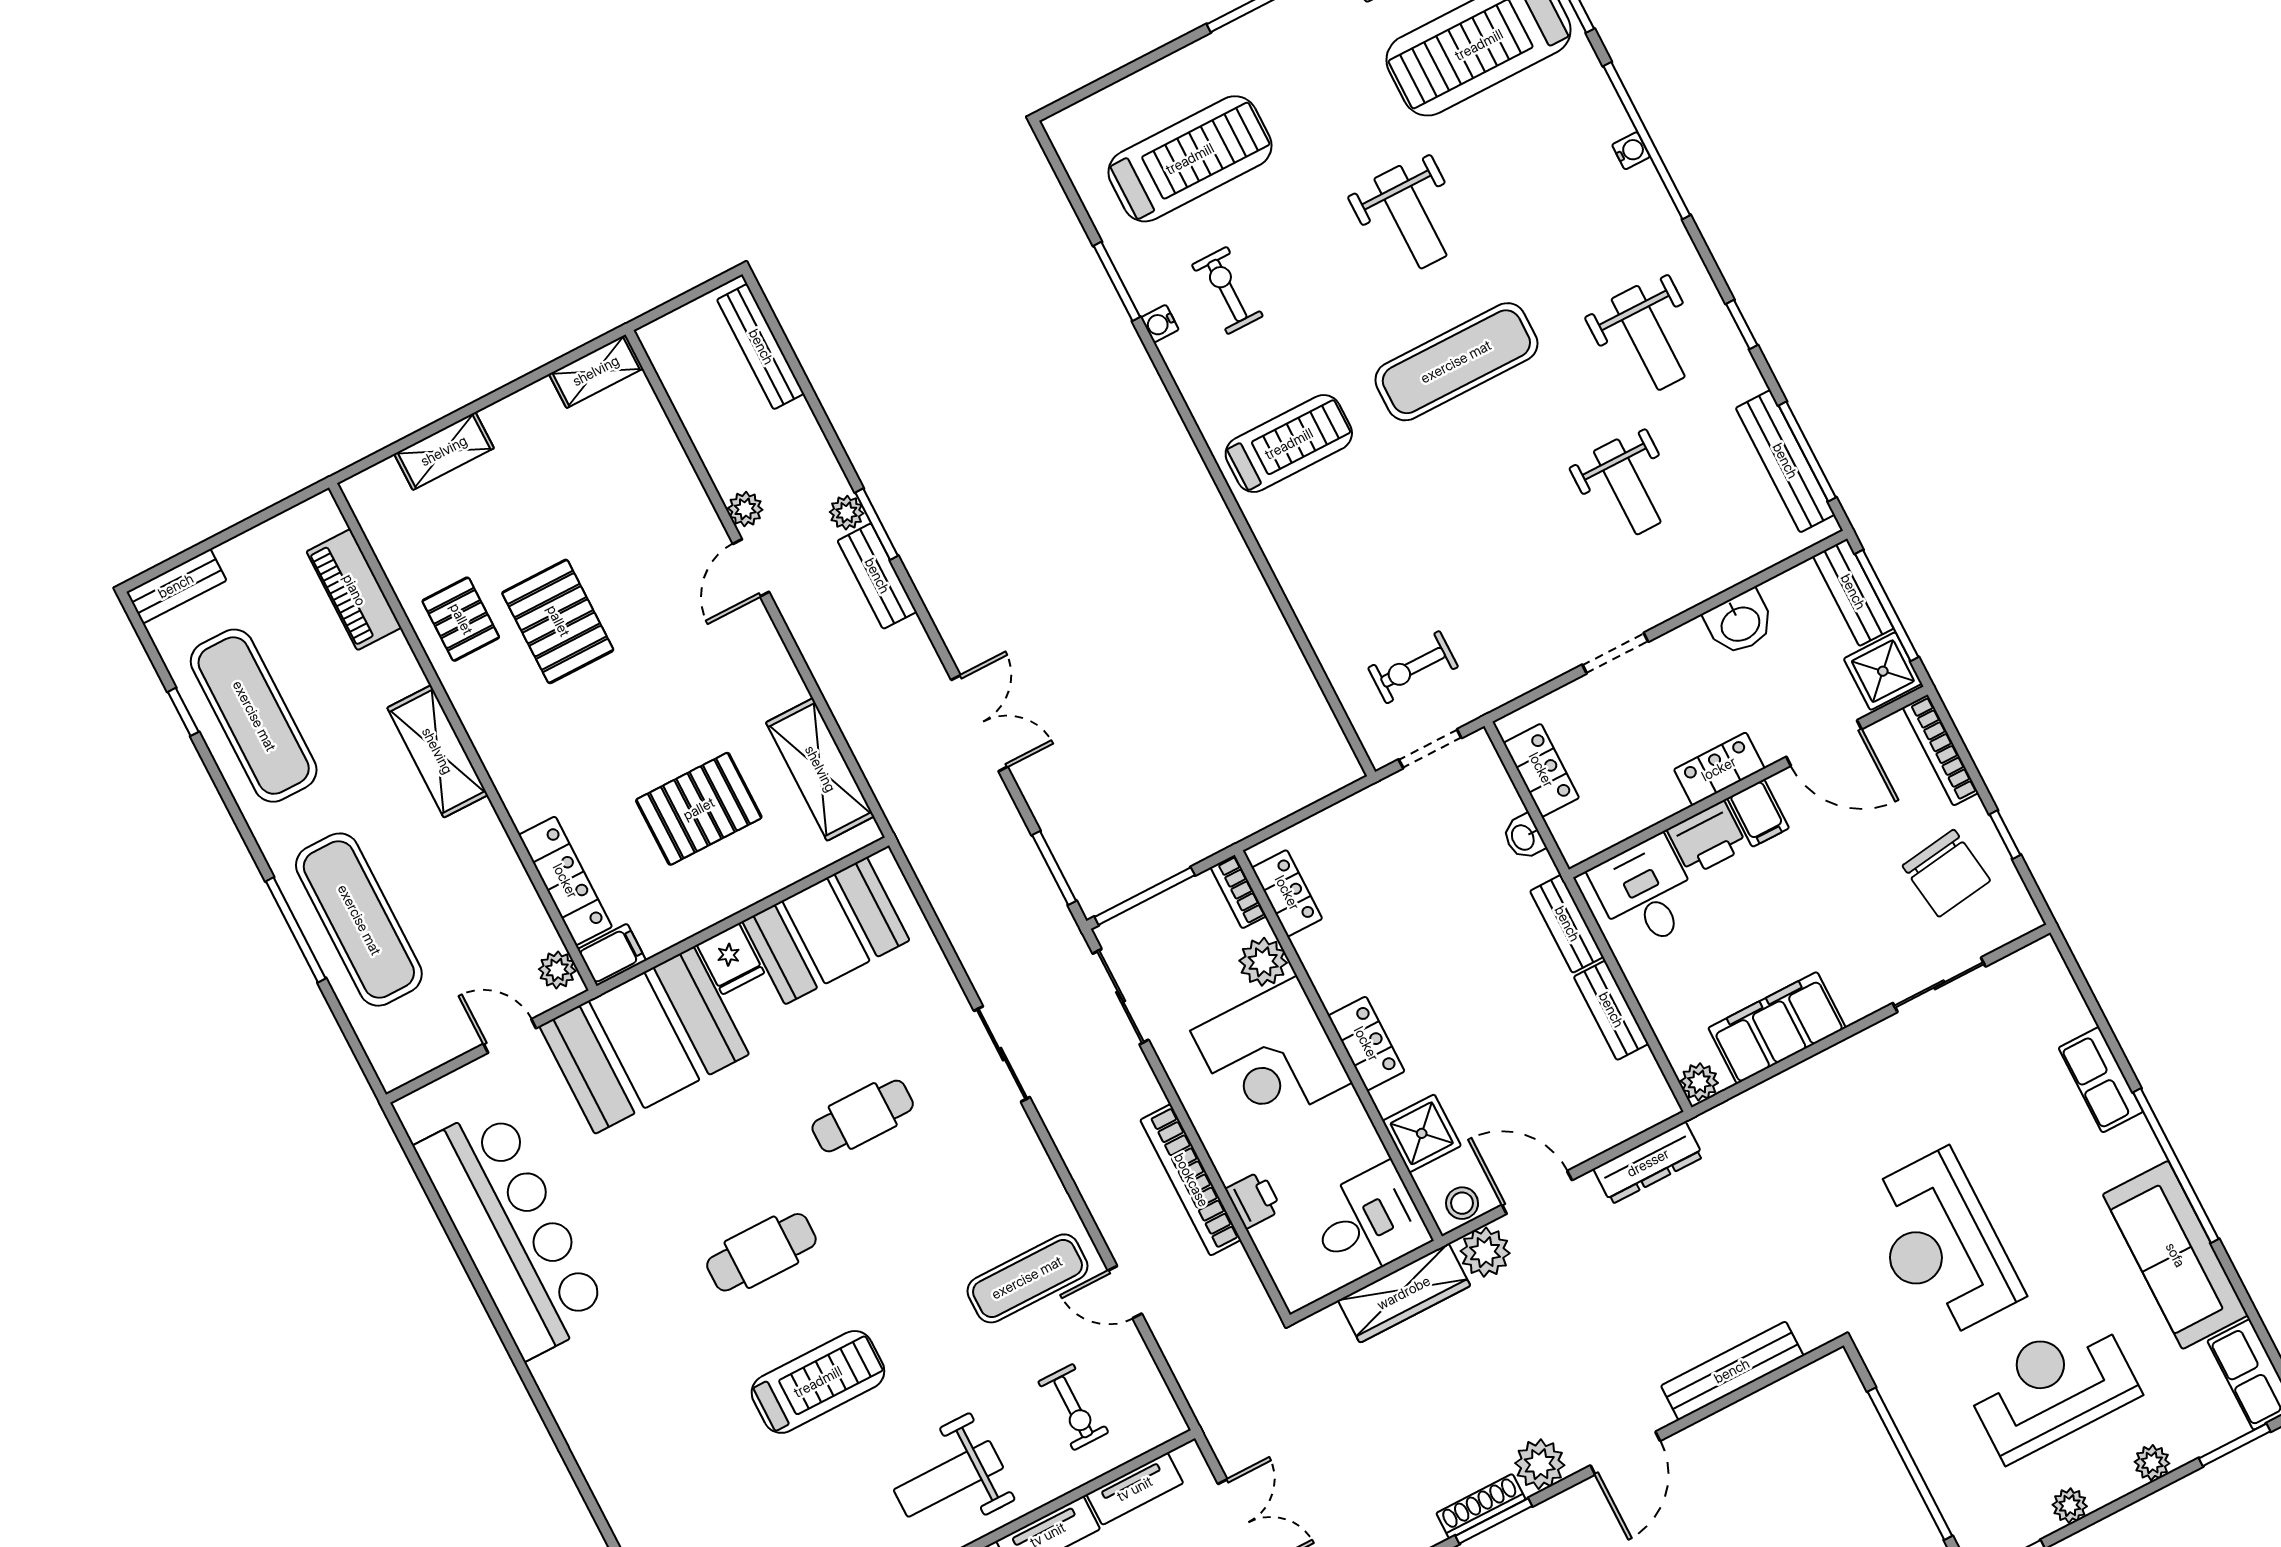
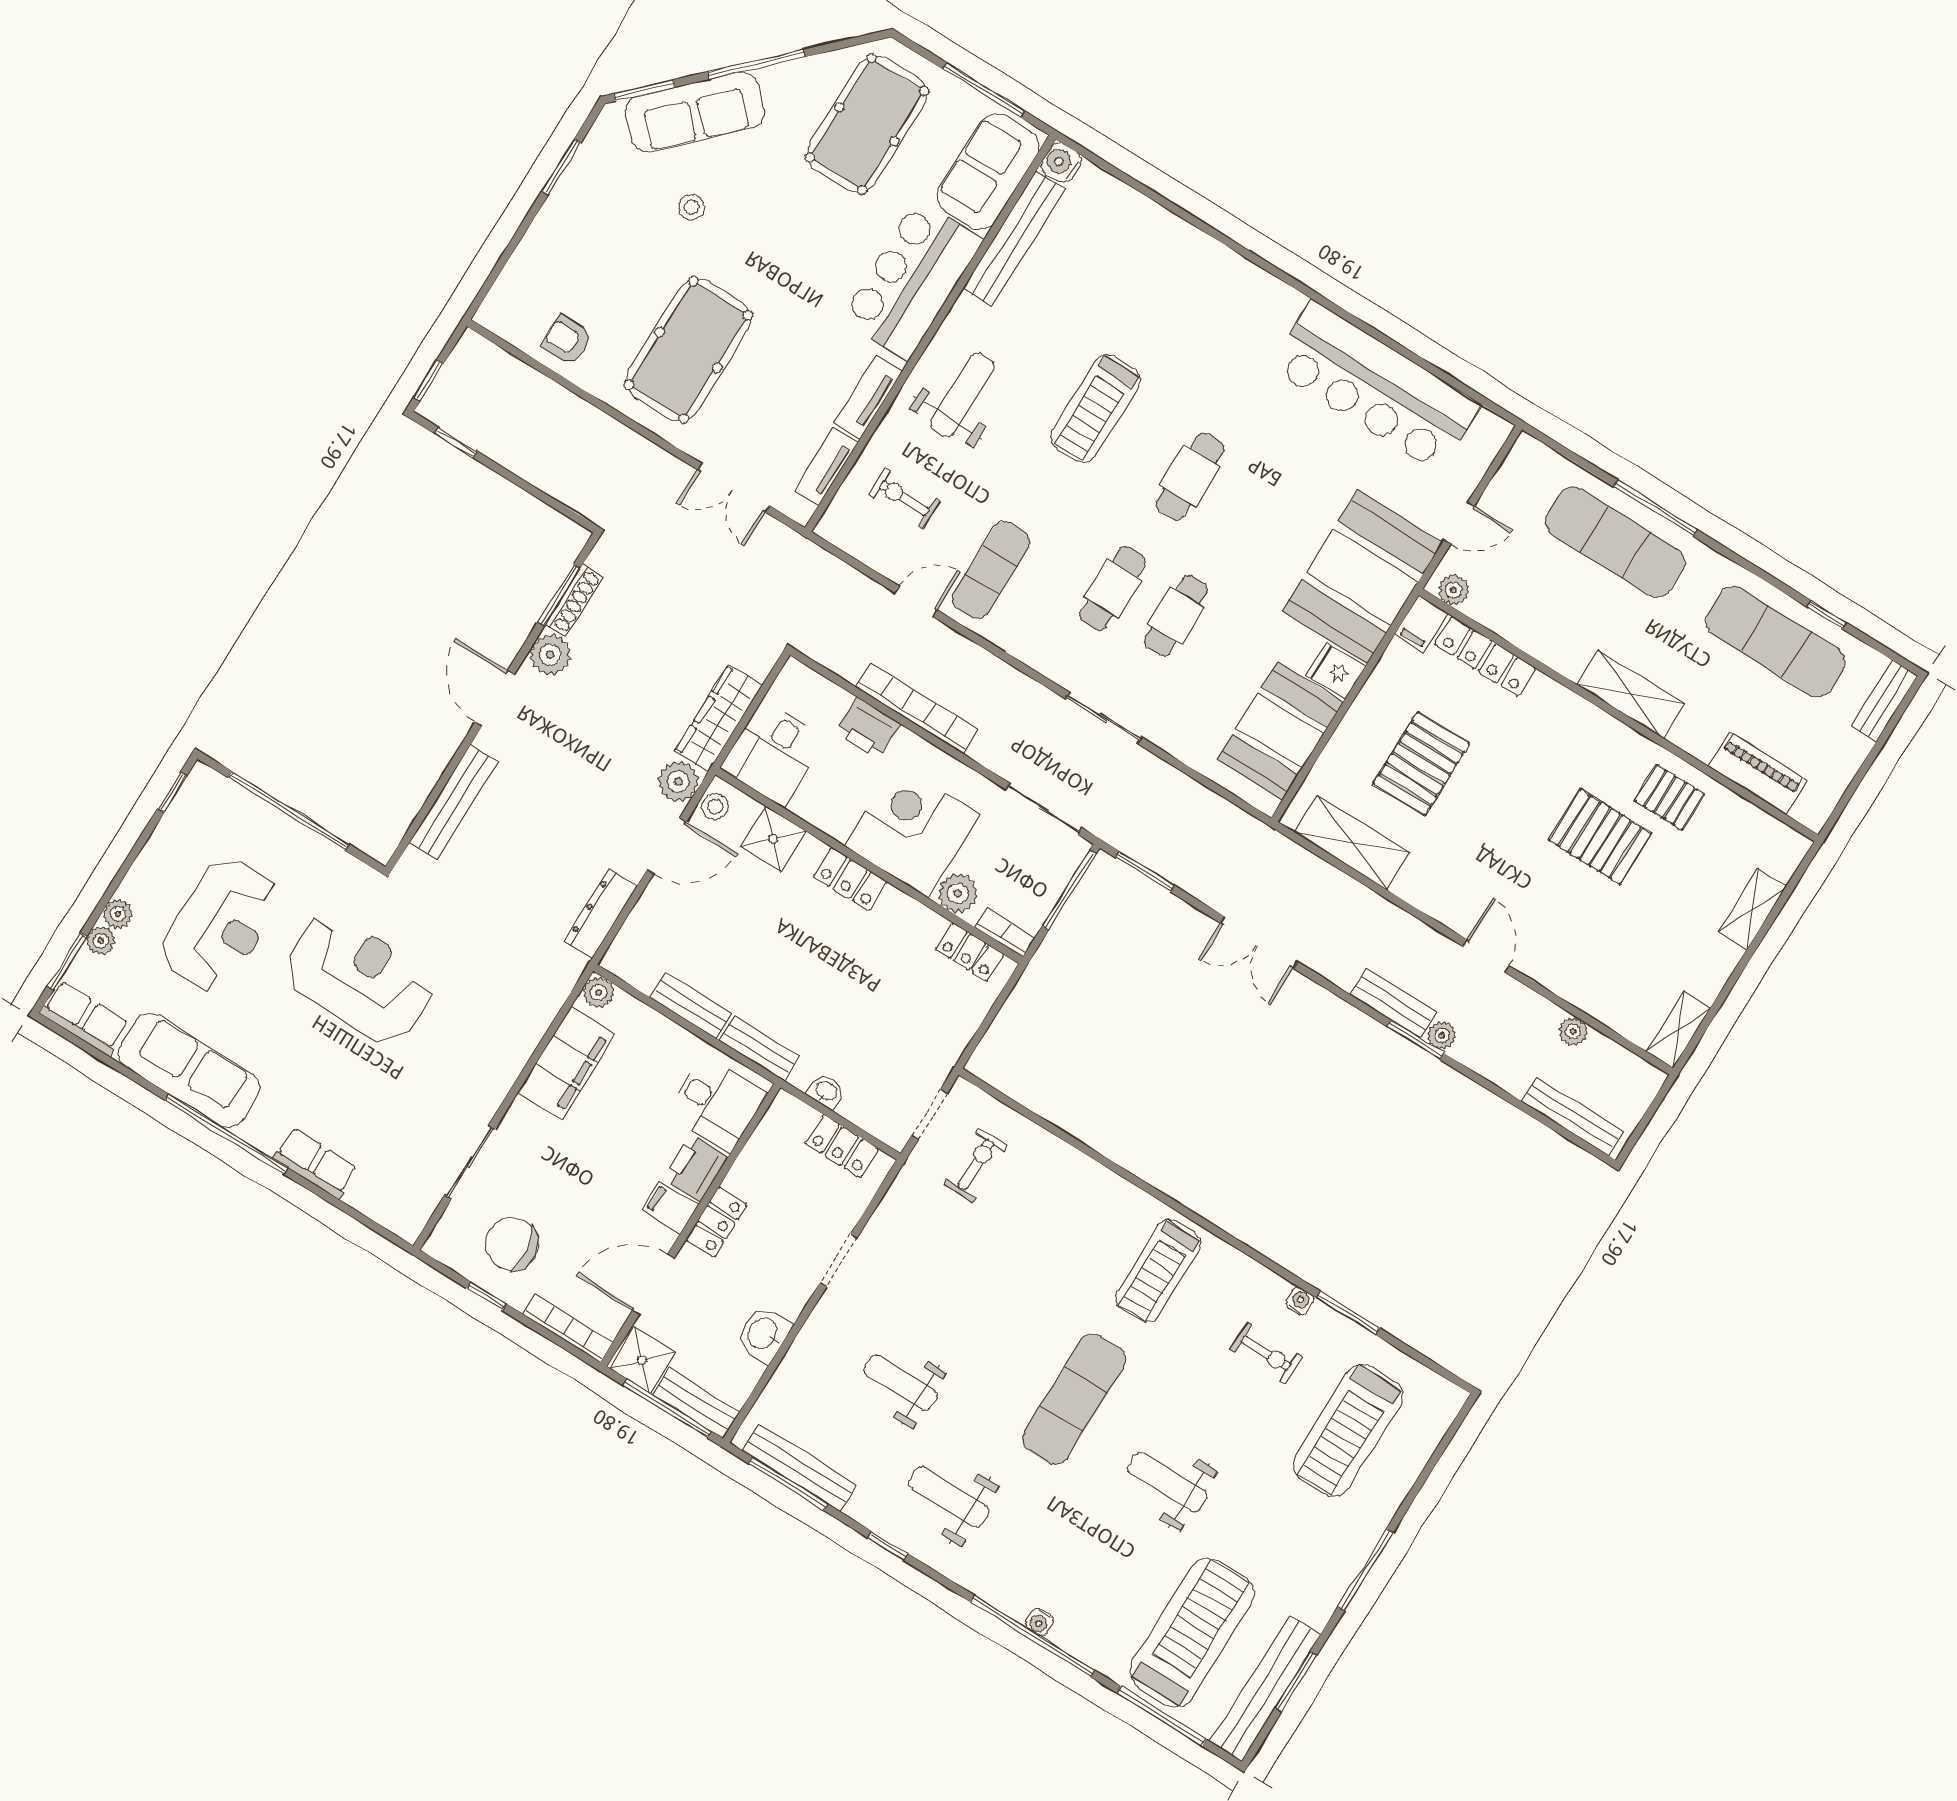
plant: (745, 509) -> (1573, 1031), moved
cafe table: (912, 1184) -> (1113, 588), added
printer: (1254, 1200) -> (868, 728), width x1.36, depth x1.24
plant: (2070, 1506) -> (101, 941), moved

